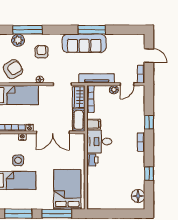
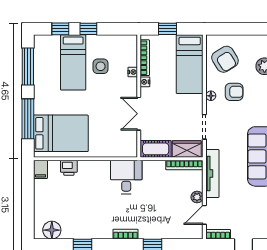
armchair: (42, 52) -> (234, 92), moved
door: (127, 84) -> (204, 215), hinge flipped
filing cabinet: (94, 124) -> (41, 169), moved
double door: (53, 132) -> (139, 114), width x0.73
printer: (93, 160) -> (69, 168), moved

